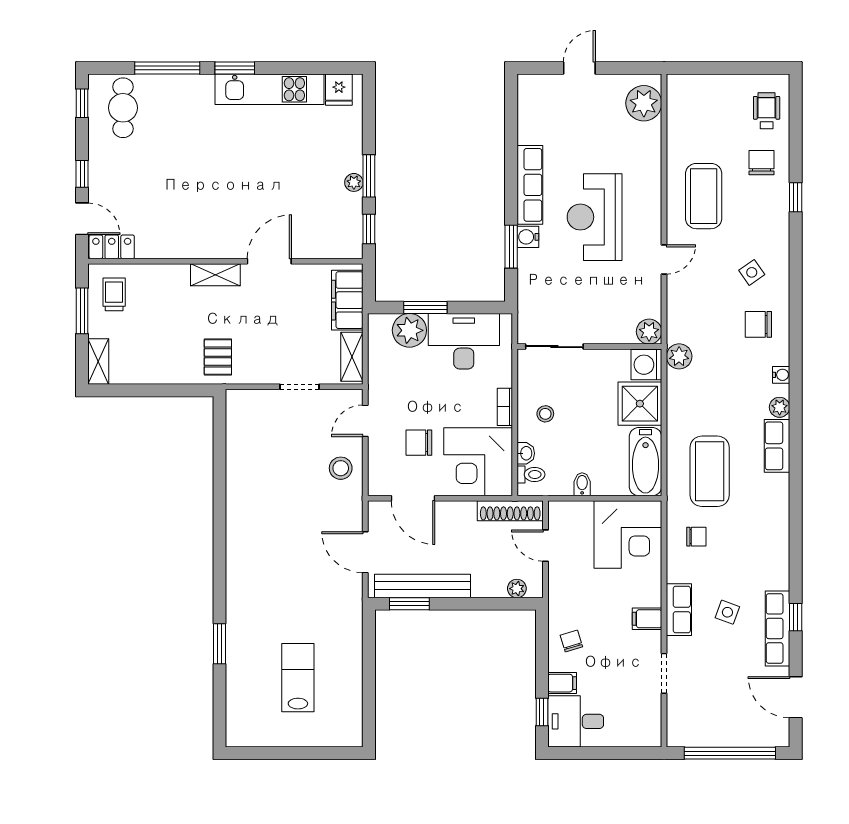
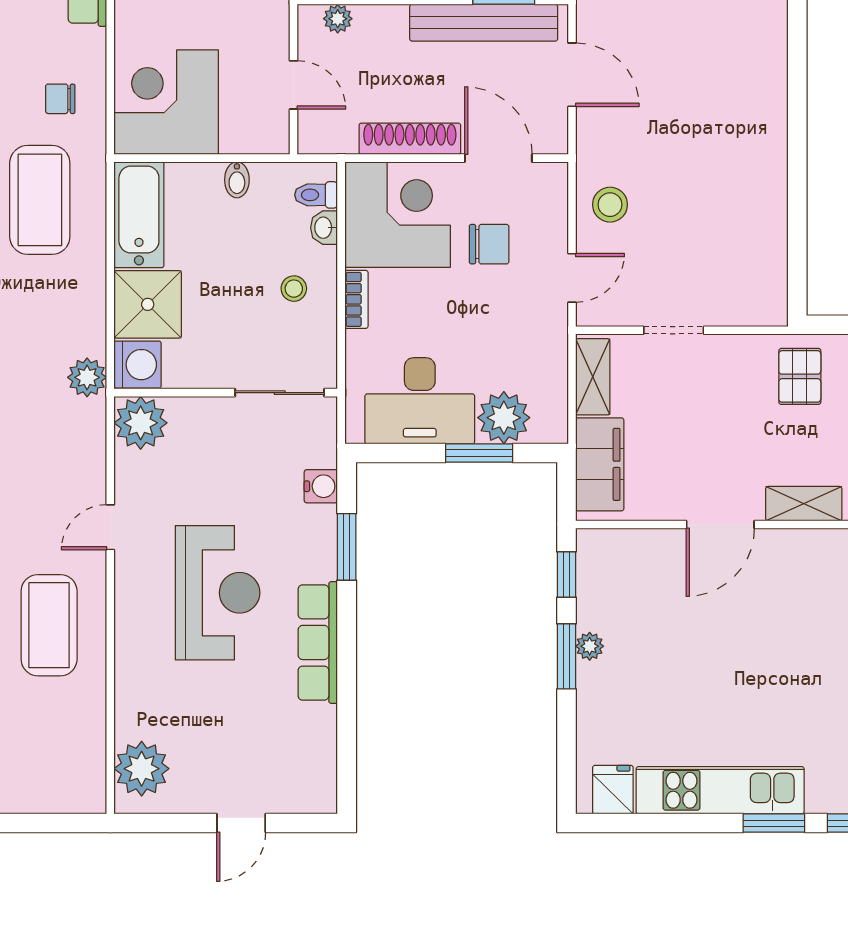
water cooler: (528, 237) -> (321, 486), moved
plant: (649, 332) -> (141, 423), width x1.36, depth x1.36
shoe rack: (510, 511) -> (410, 139), moved

